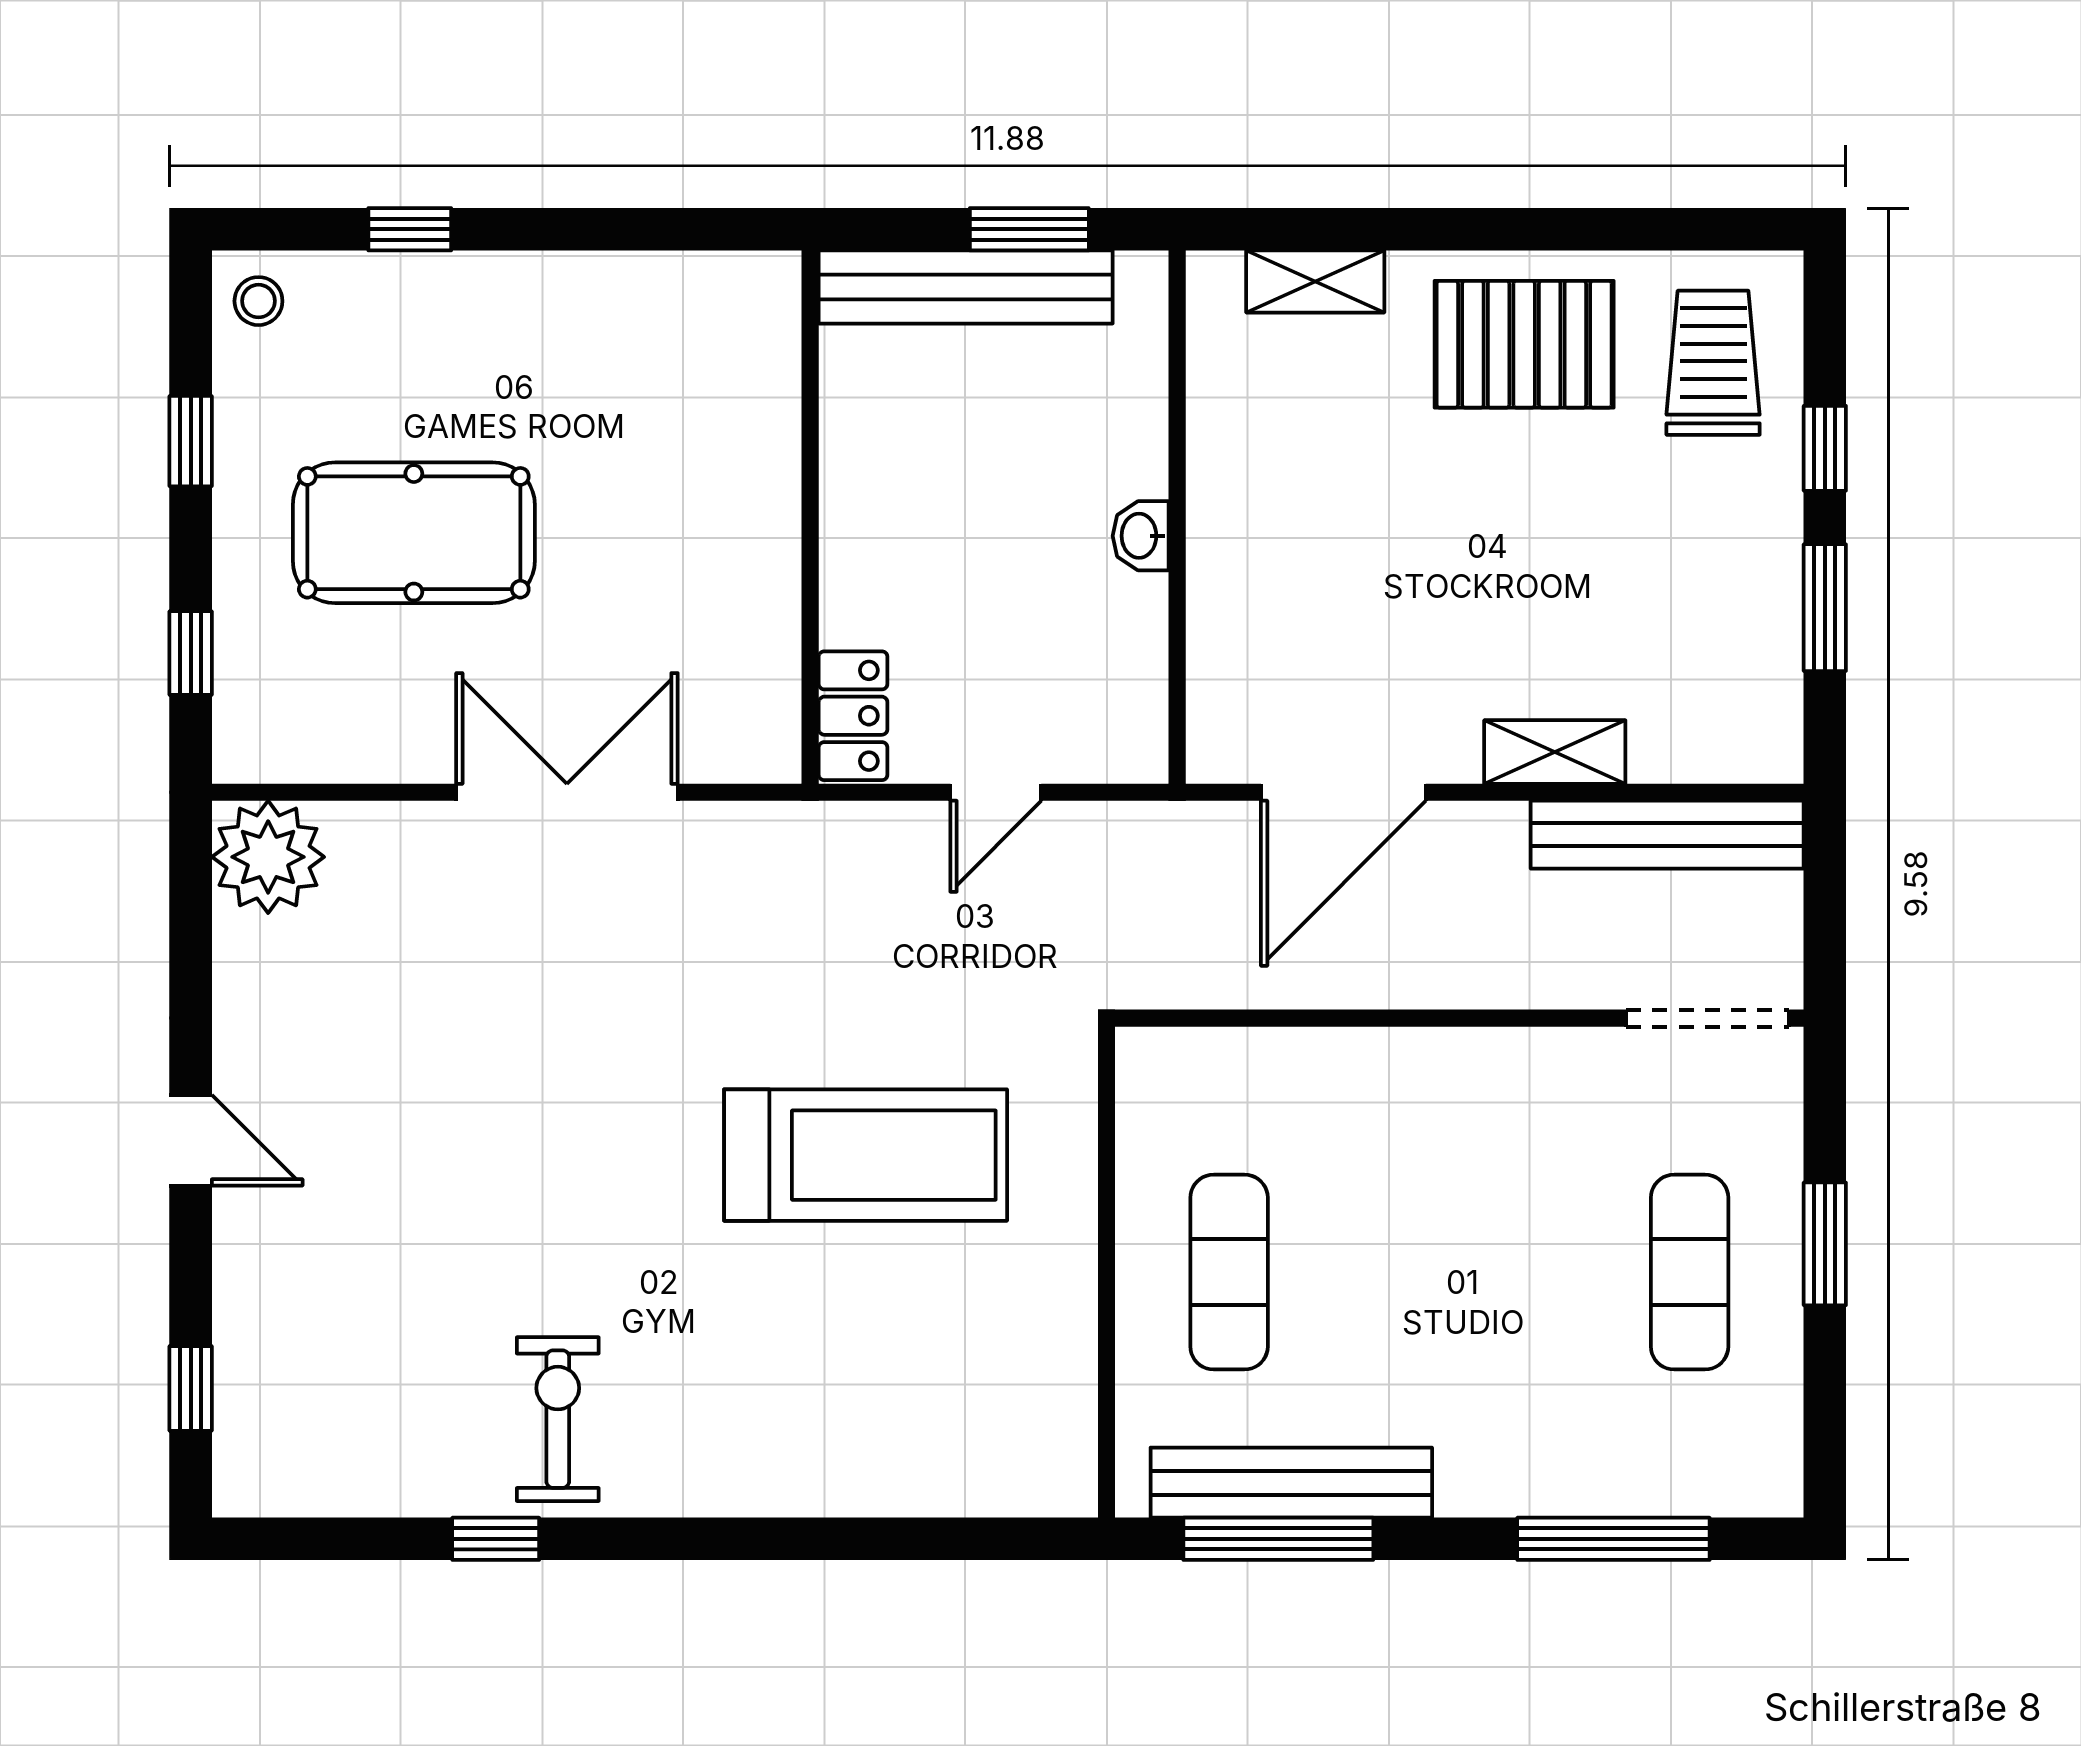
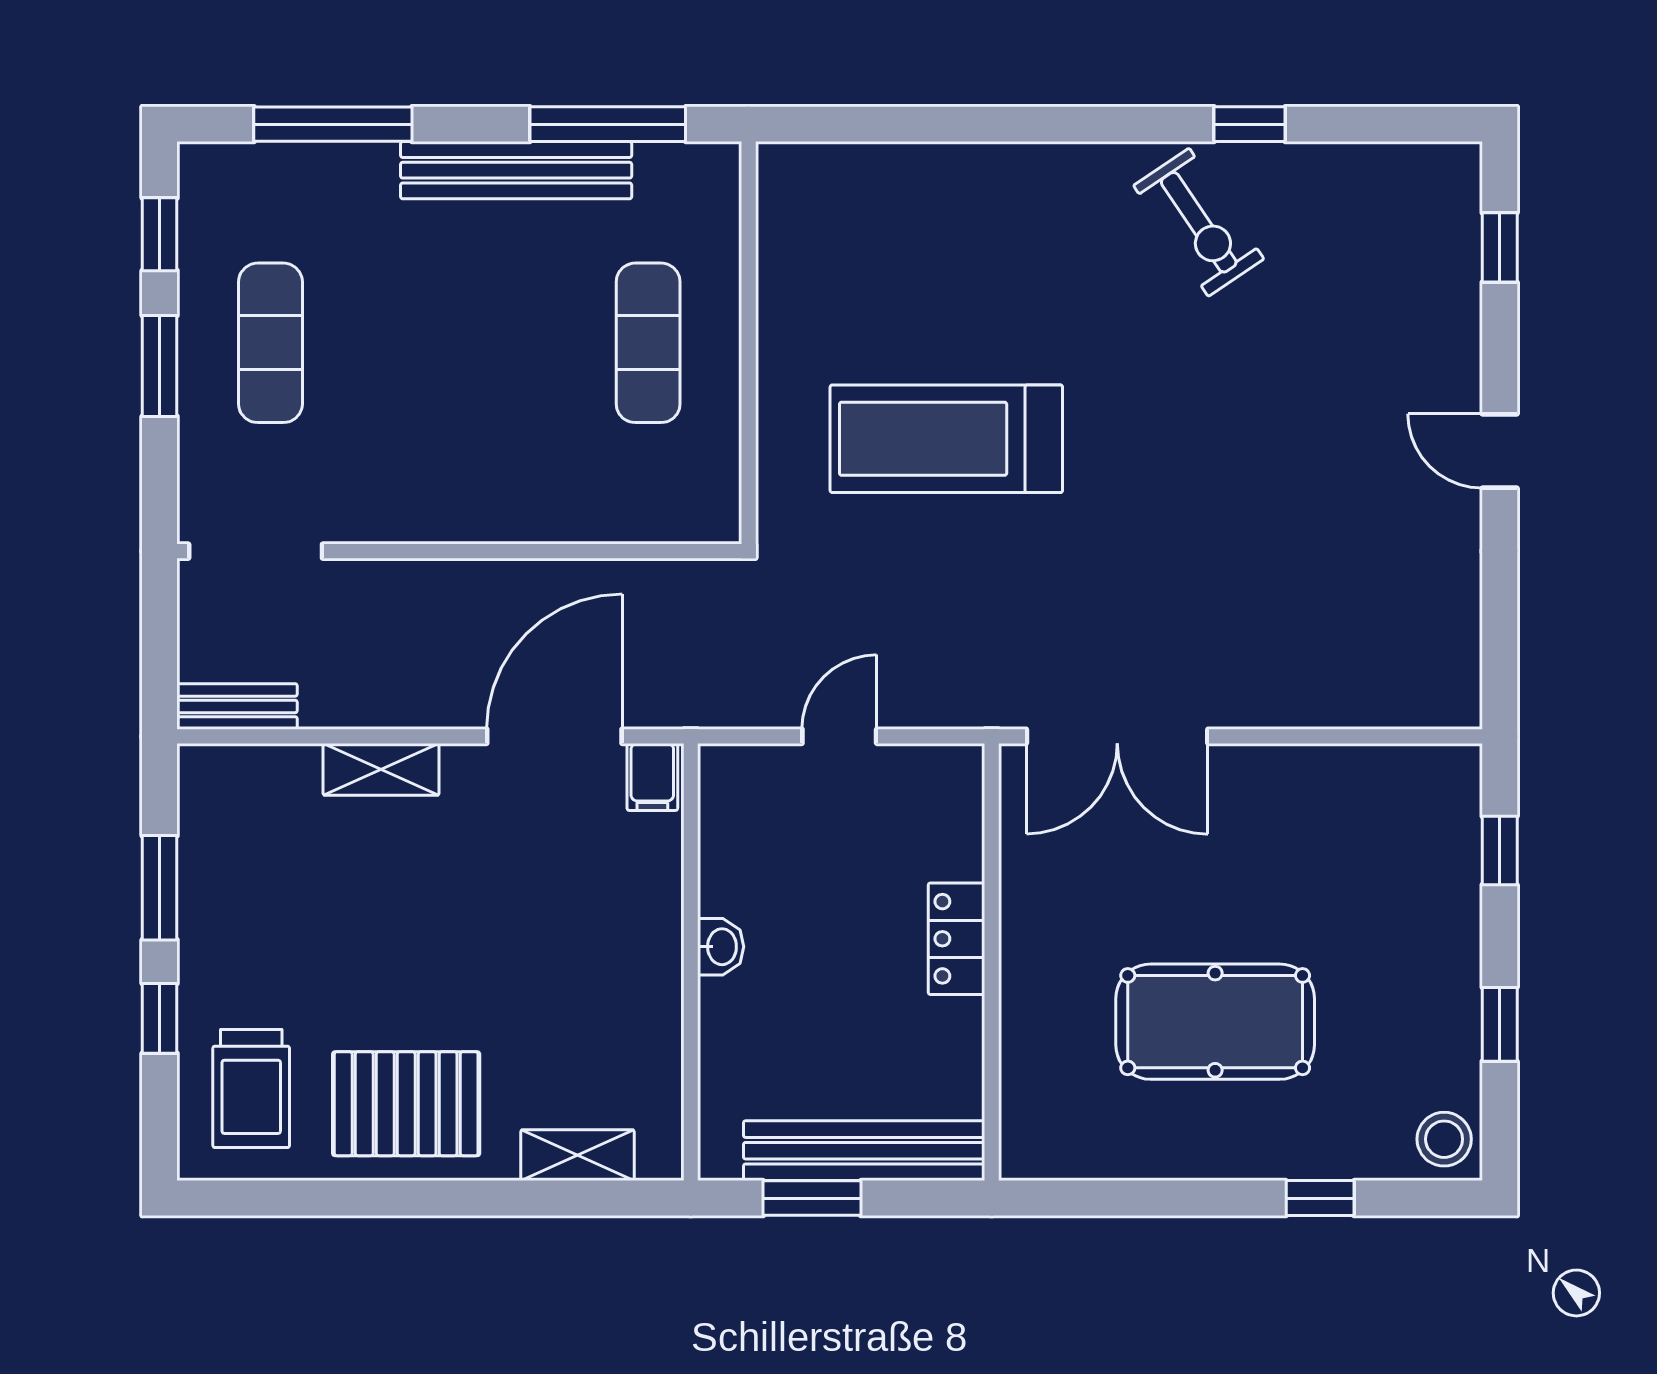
stool: (258, 301) -> (1444, 1139), width x1.37, depth x1.37
pool table: (414, 533) -> (1215, 1022), moved
locker: (853, 716) -> (957, 939), moved
filing cabinet: (1224, 743) -> (652, 777), added
double door: (567, 792) -> (1117, 736), moved
bench: (1667, 835) -> (237, 706), width x0.54, depth x0.82
plant: (268, 857) -> (1436, 683), removed
window: (1825, 1404) -> (160, 234), added
exercise bike: (558, 1419) -> (1199, 222), turned -34
bench: (1291, 1483) -> (516, 170), moved

